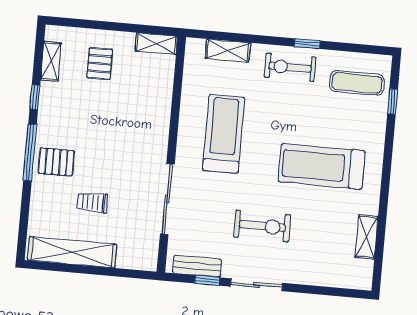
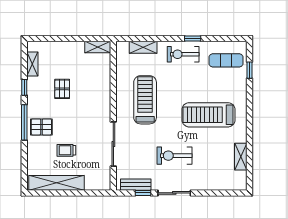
pallet: (100, 64) -> (62, 89), moved
exercise bike: (262, 226) -> (175, 156), turned 180

